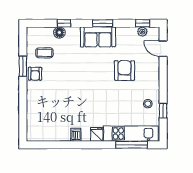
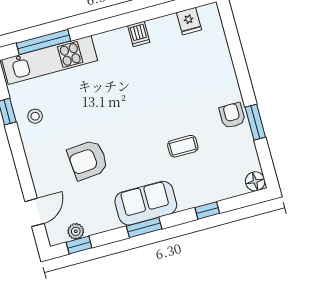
floor lamp: (59, 32) -> (255, 181), moved
door: (163, 49) -> (34, 212), hinge flipped
coffee table: (44, 53) -> (183, 146), moved
armchair: (124, 71) -> (88, 160), turned 85
fridge: (97, 134) -> (189, 21), moved

